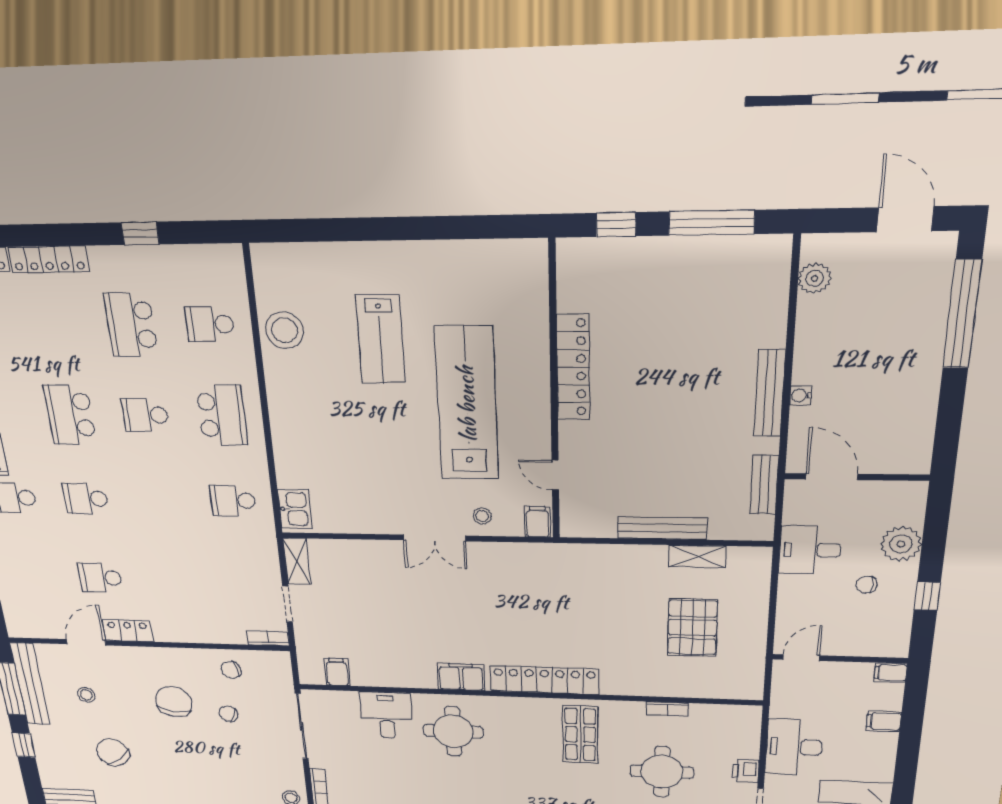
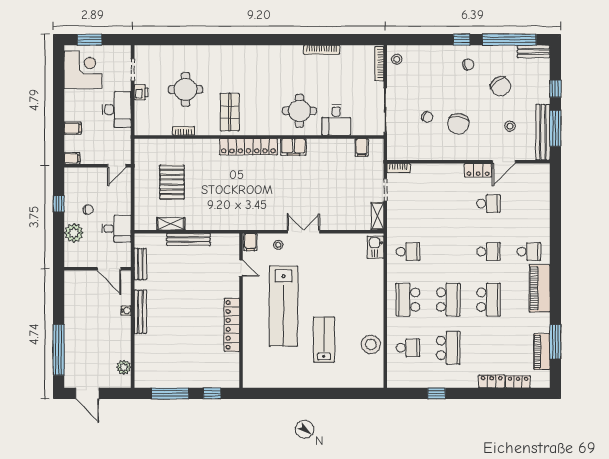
locker: (49, 259) -> (492, 381), width x0.66
school desk: (145, 415) -> (448, 300), width x1.85
chair: (231, 670) -> (468, 64), moved

